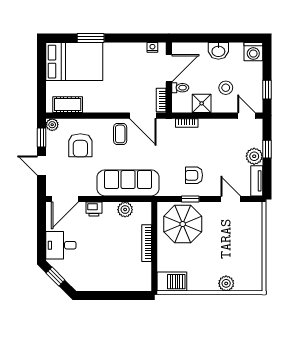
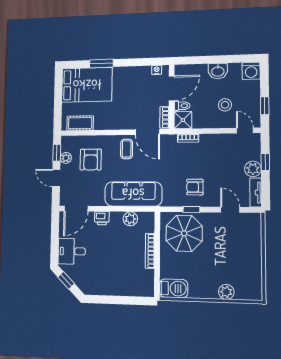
shower: (202, 103) -> (183, 120), moved
plant: (52, 125) -> (66, 158), moved

